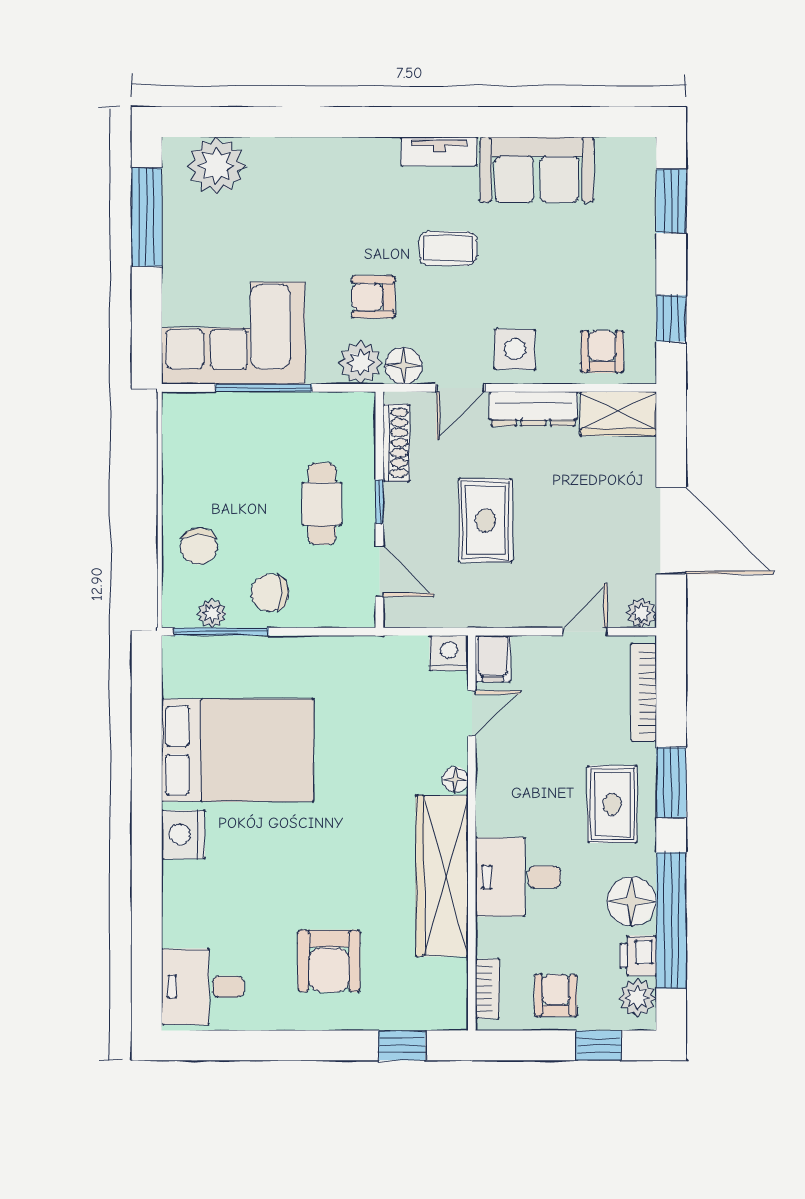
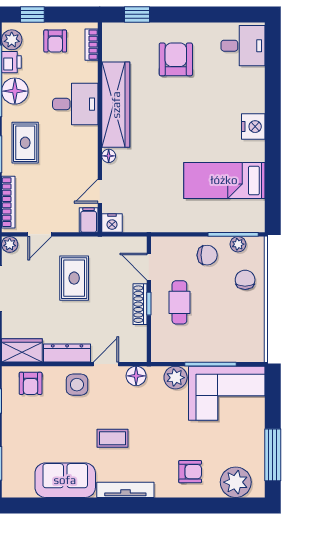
tv unit: (439, 151) -> (125, 490), width x1.41
armchair: (373, 297) -> (190, 472), moved
plant: (360, 363) -> (176, 378), moved
shoe rack: (396, 443) -> (140, 304), moved
rug: (485, 520) -> (74, 278), moved
bed: (238, 750) -> (224, 180), width x0.67

